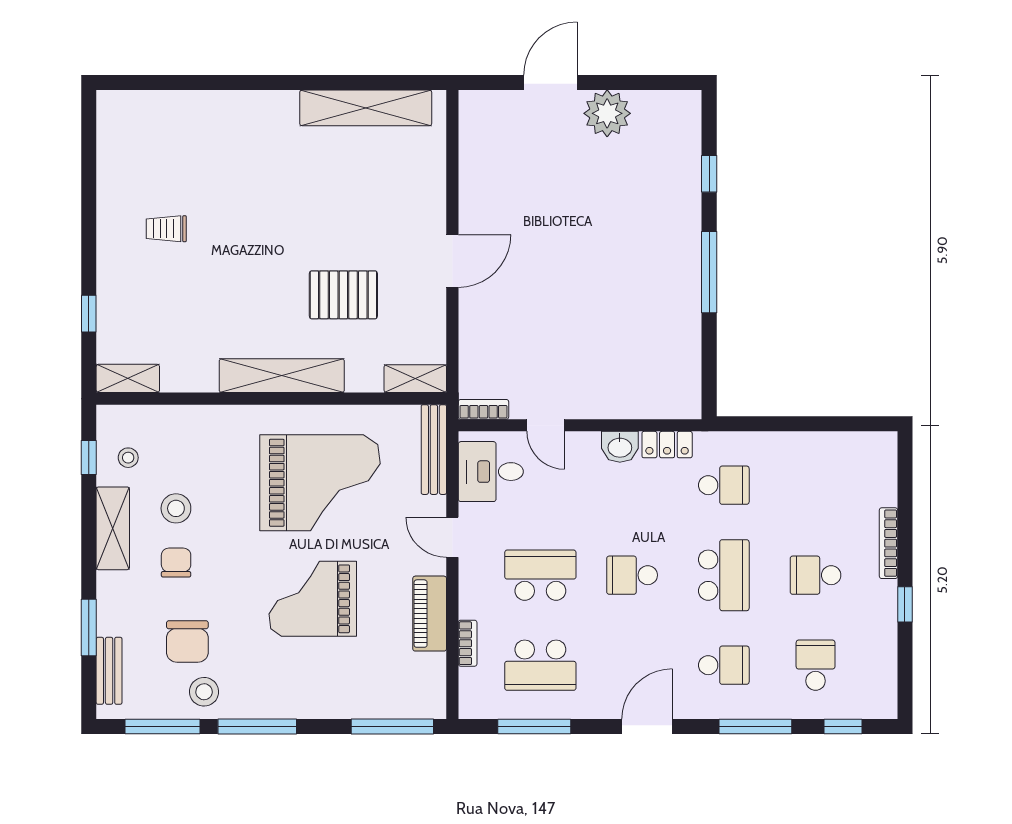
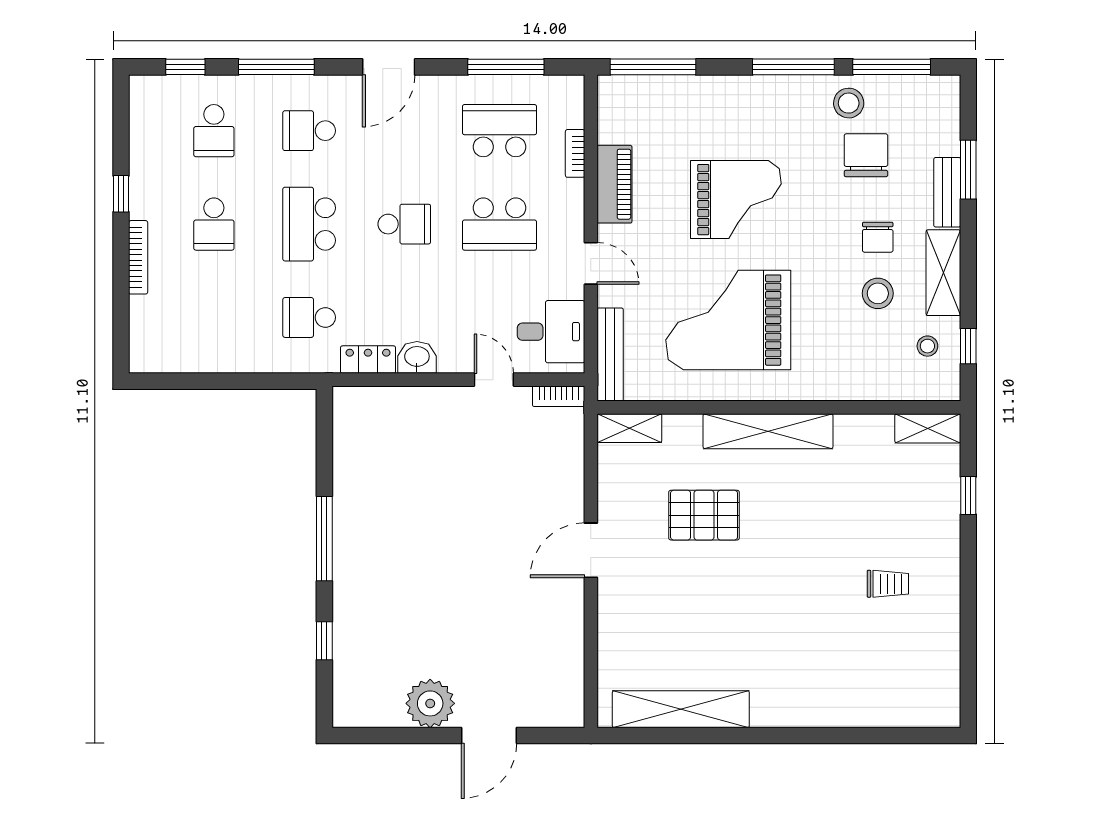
school desk: (816, 575) -> (214, 224), turned 90
bench: (109, 671) -> (947, 192), moved

